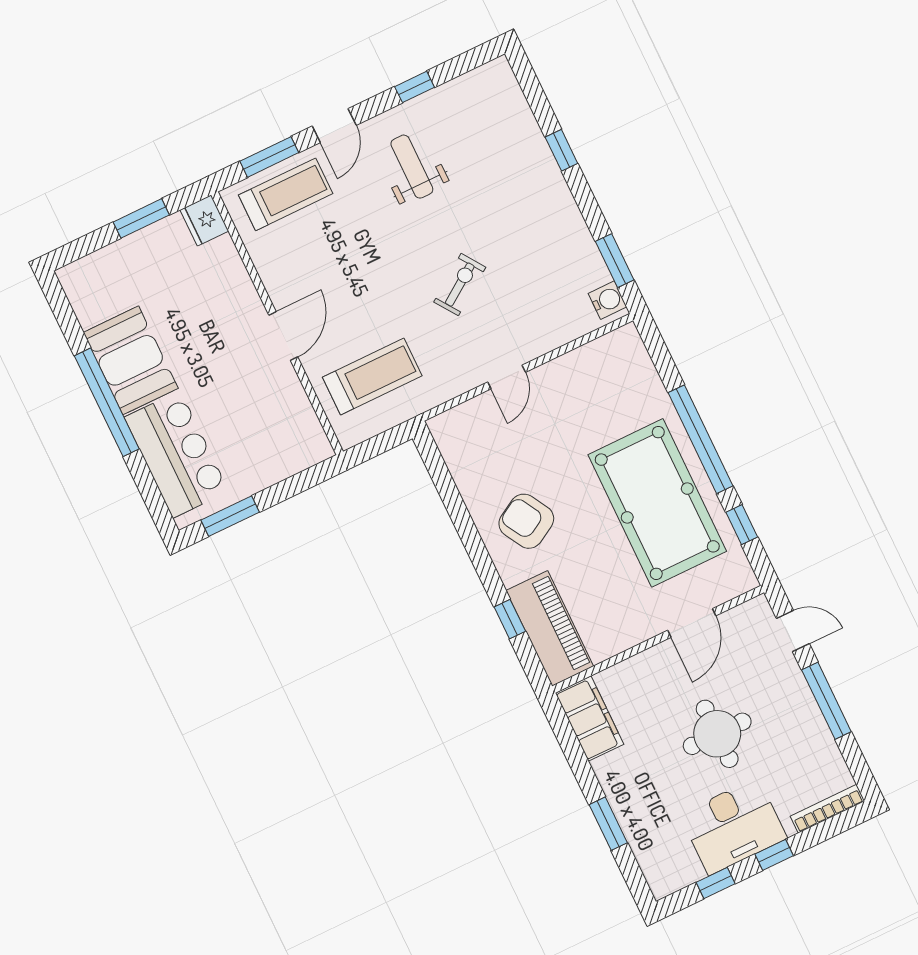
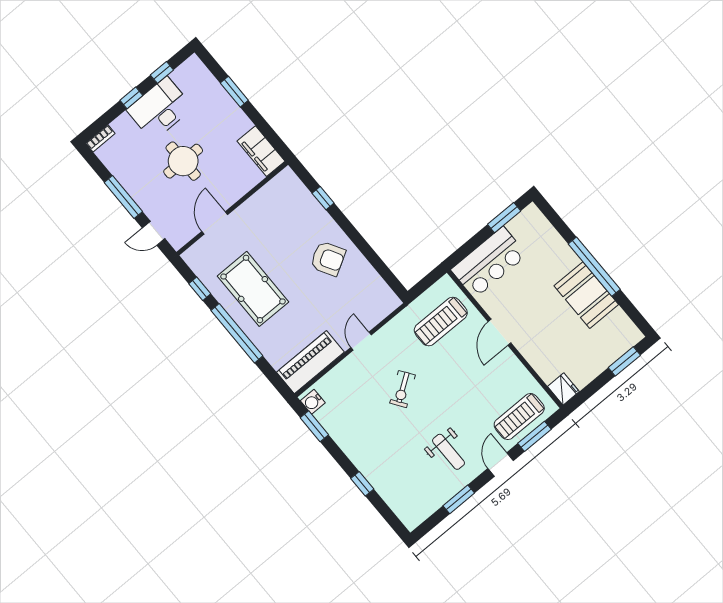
window: (415, 87) -> (459, 499), width x1.50
window: (141, 218) -> (624, 361), moved
bar counter: (176, 454) -> (489, 262), moved, turned -90
pool table: (657, 503) -> (253, 289), width x0.73, depth x0.76
piano: (550, 628) -> (310, 362), moved, turned 90
bookcase: (827, 809) -> (100, 138), width x0.64

